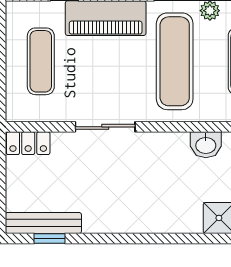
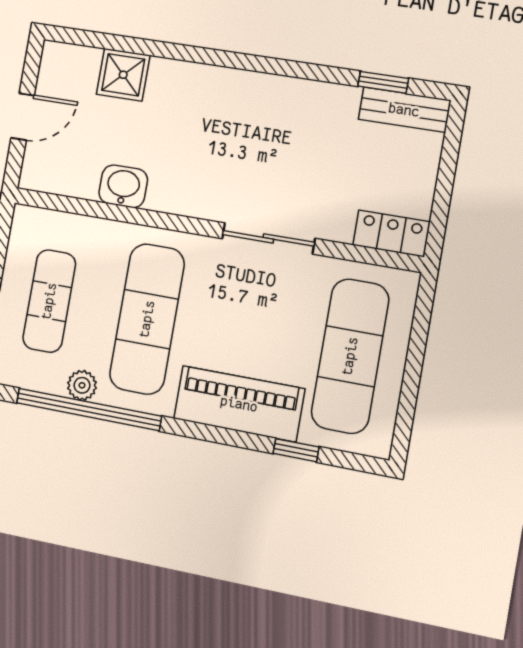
exercise mat: (41, 61) -> (350, 356), width x1.36, depth x1.45
bench: (43, 223) -> (404, 110), width x0.73

